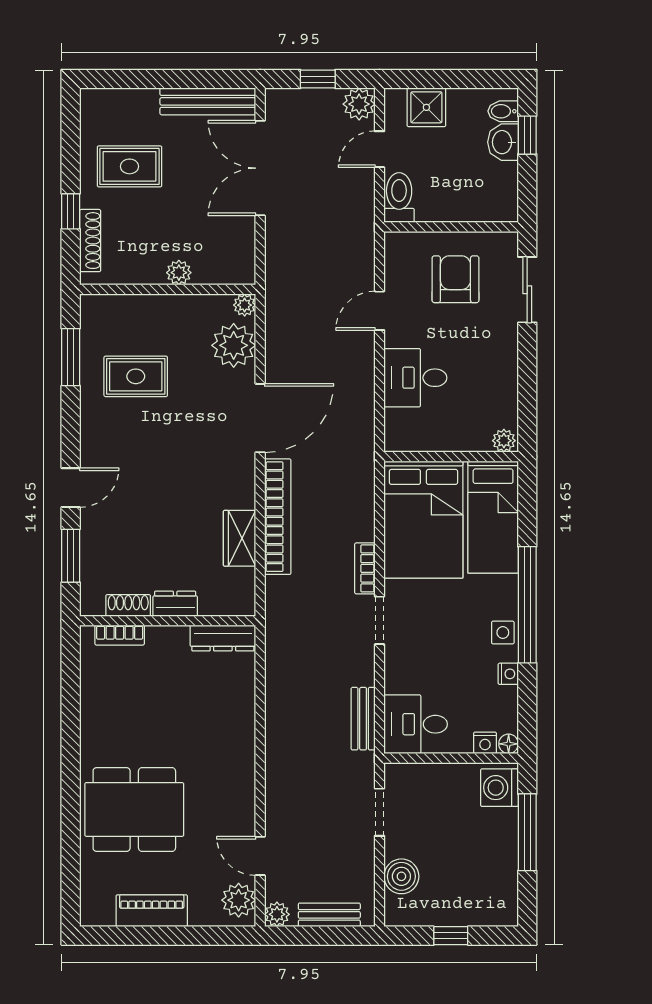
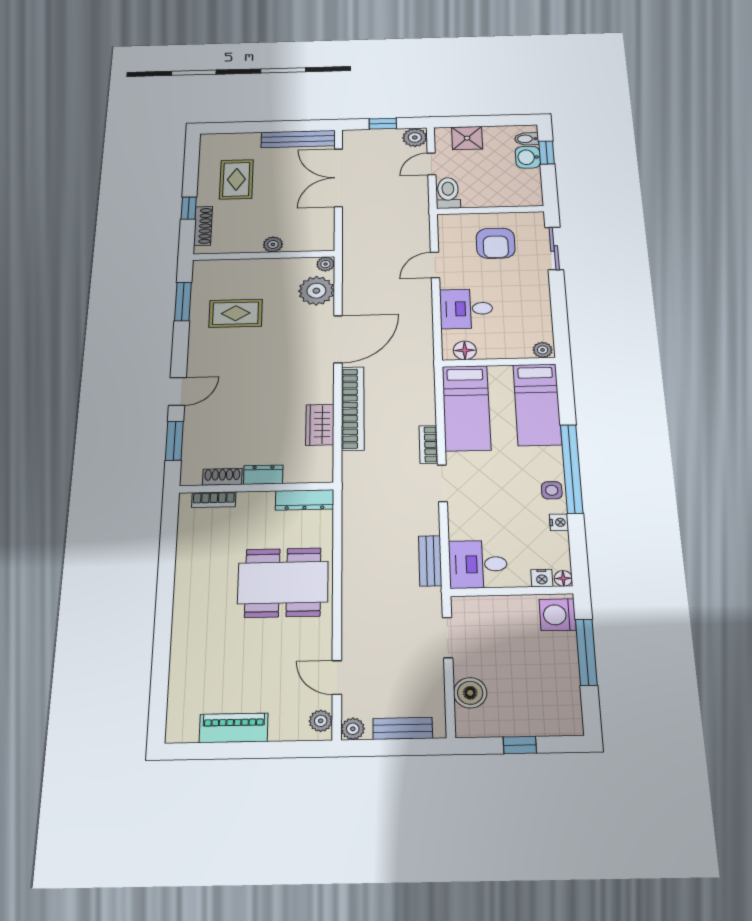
rug: (130, 166) -> (236, 179), turned 90
armchair: (455, 279) -> (496, 243), turned 180
floor lamp: (412, 439) -> (465, 350), added
bed: (423, 520) -> (466, 408), width x0.67
dining table: (134, 809) -> (283, 582), moved
plant: (239, 900) -> (321, 721), width x0.73, depth x0.73

